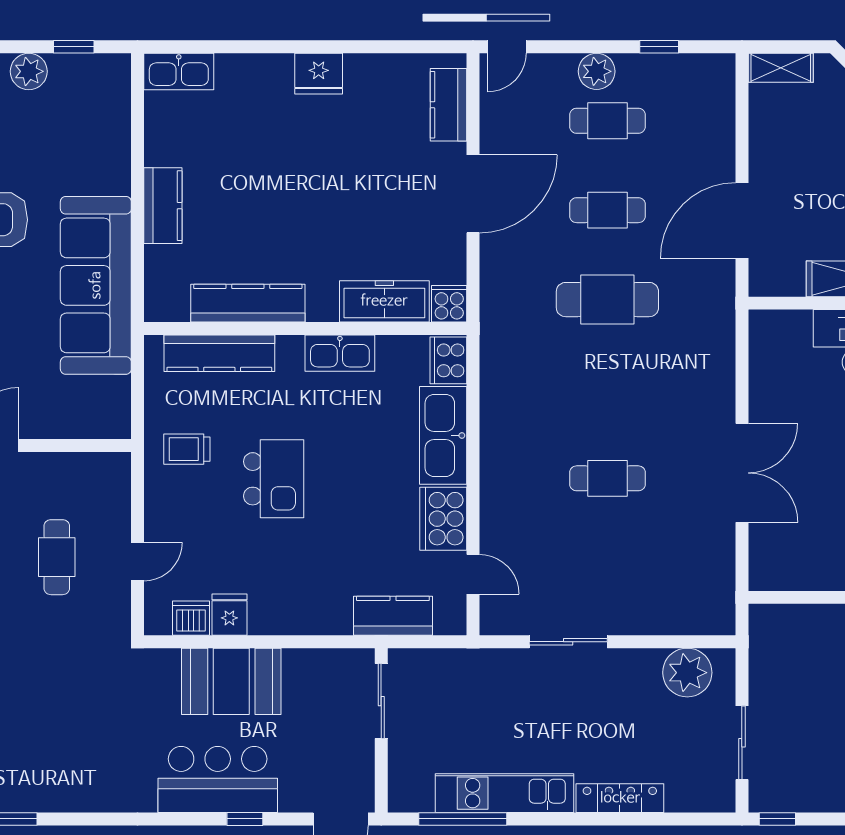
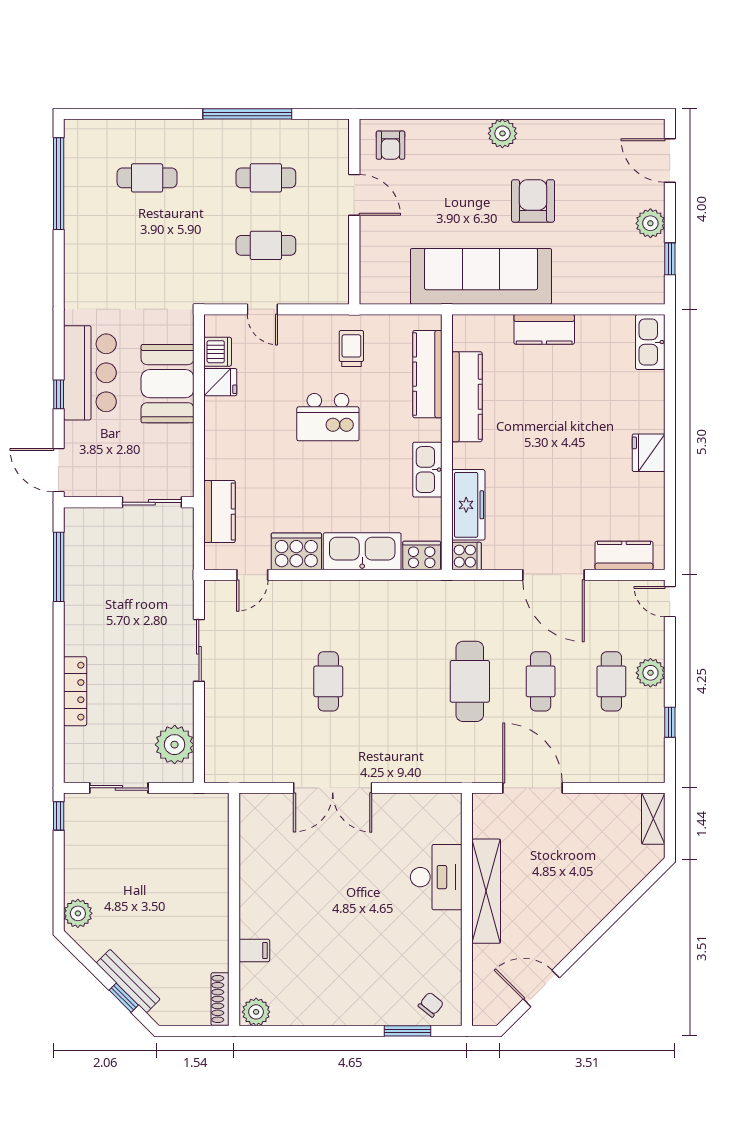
kitchen unit: (504, 793) -> (79, 600), removed

